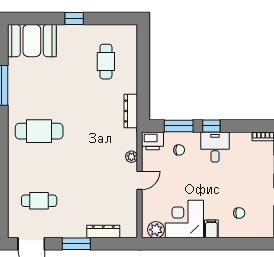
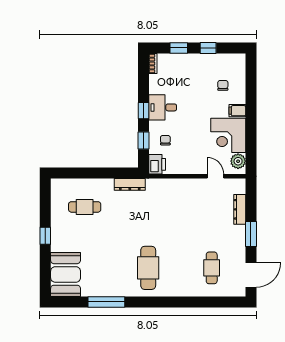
window: (179, 126) -> (143, 141), width x0.67
plant: (131, 157) -> (171, 184), removed
door: (140, 180) -> (215, 176), moved

